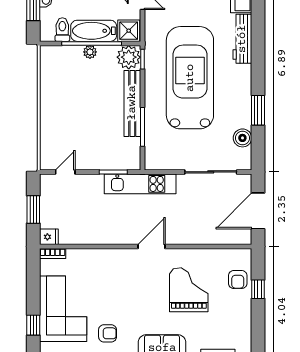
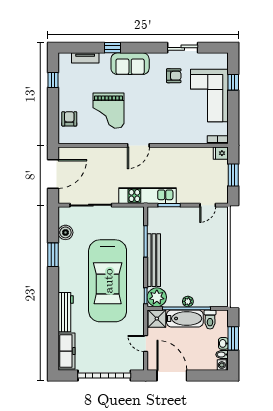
window: (258, 289) -> (53, 80), moved
armchair: (108, 333) -> (174, 76), turned 180

